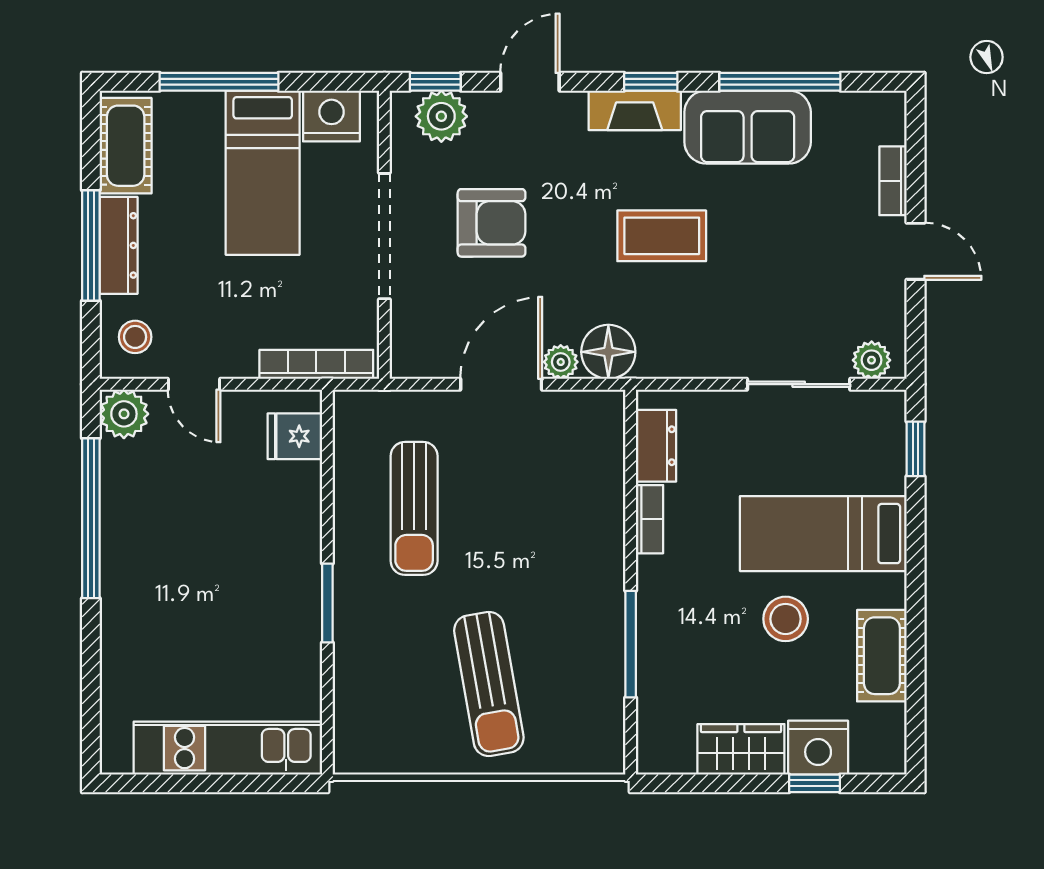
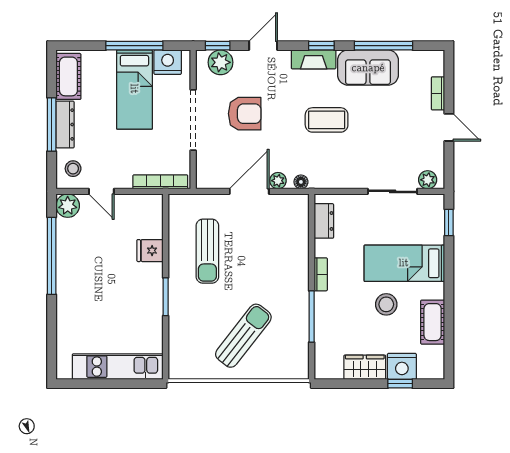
window: (219, 82) -> (134, 46), moved
floor lamp: (608, 352) -> (301, 182), width x0.53, depth x0.53
fridge: (295, 436) -> (150, 251), moved
bookcase: (650, 519) -> (321, 274), moved
sun lounger: (489, 684) -> (243, 336), turned -132

